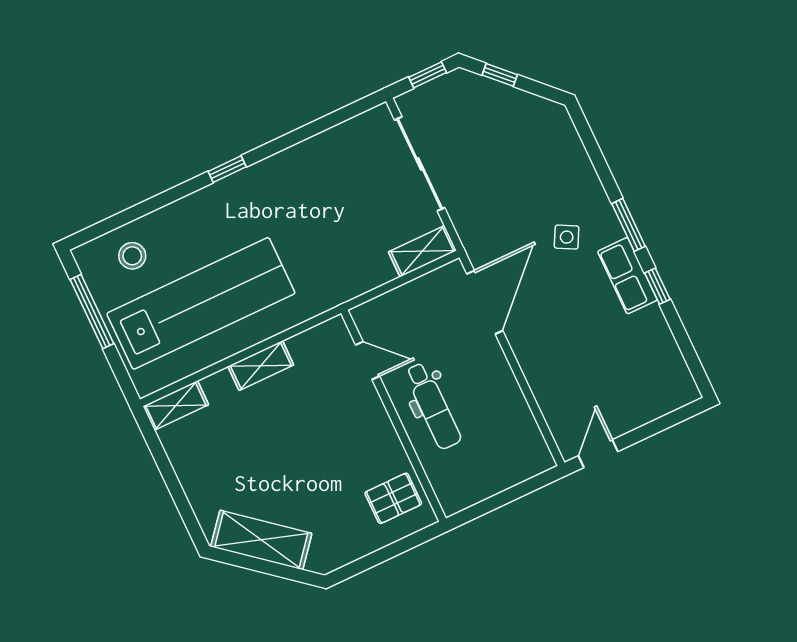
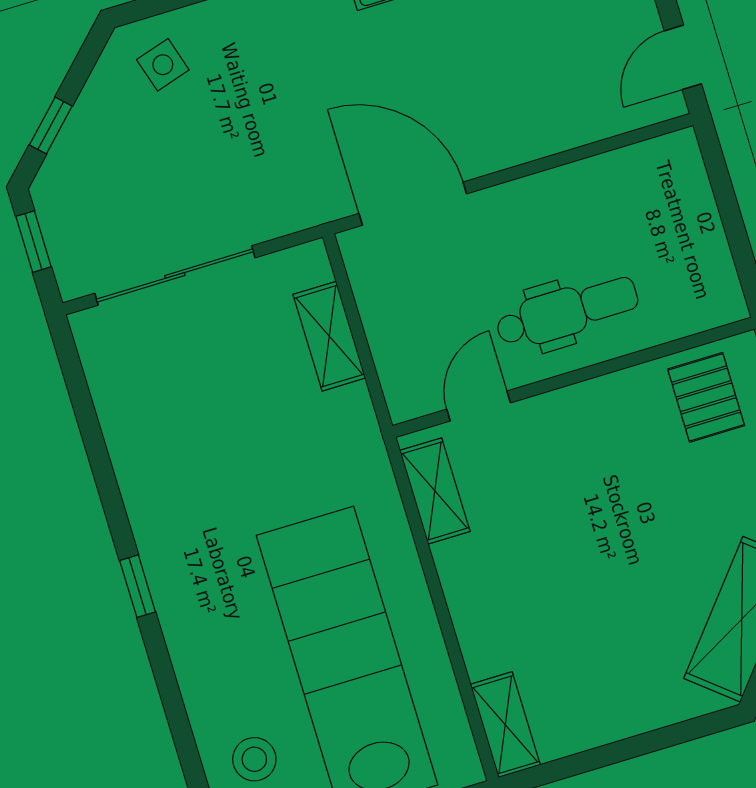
side table: (567, 237) -> (163, 65), moved, turned 45
shelving: (422, 251) -> (329, 336), moved
shelving: (261, 366) -> (435, 491), moved
door: (598, 454) -> (683, 57), hinge flipped

